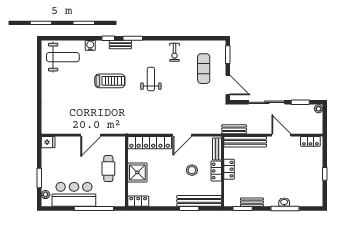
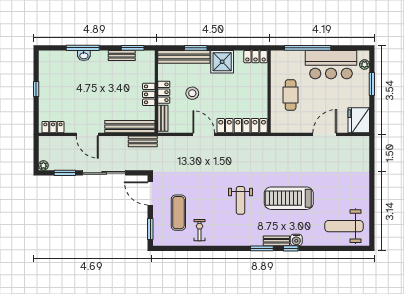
water cooler: (90, 45) -> (296, 240), moved
exercise bike: (174, 52) -> (199, 230), moved
treadmill: (110, 81) -> (289, 198), width x1.37, depth x1.38
door: (91, 135) -> (325, 134), moved
door: (182, 135) -> (204, 134), hinge flipped
fridge: (48, 142) -> (359, 120), width x1.88, depth x1.34
shower: (137, 172) -> (222, 62), moved

